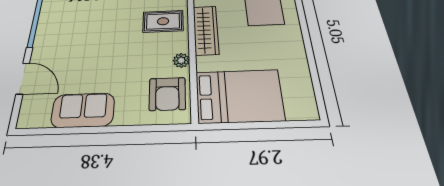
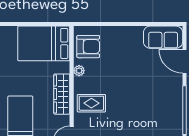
armchair: (167, 94) -> (88, 47), turned 90
sofa: (83, 110) -> (163, 37), moved

